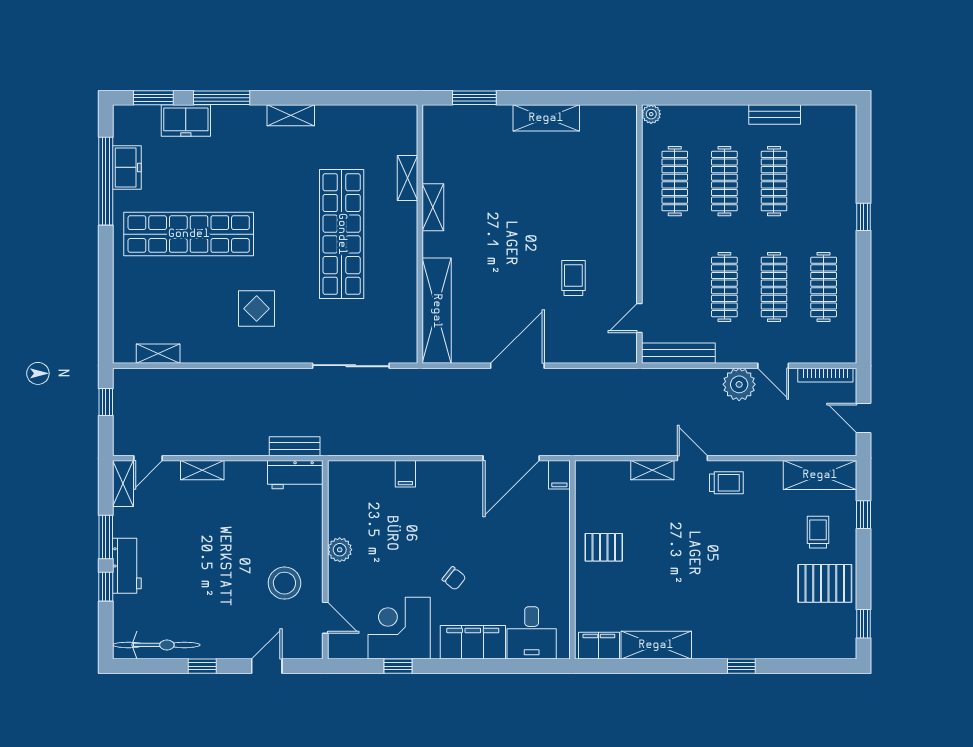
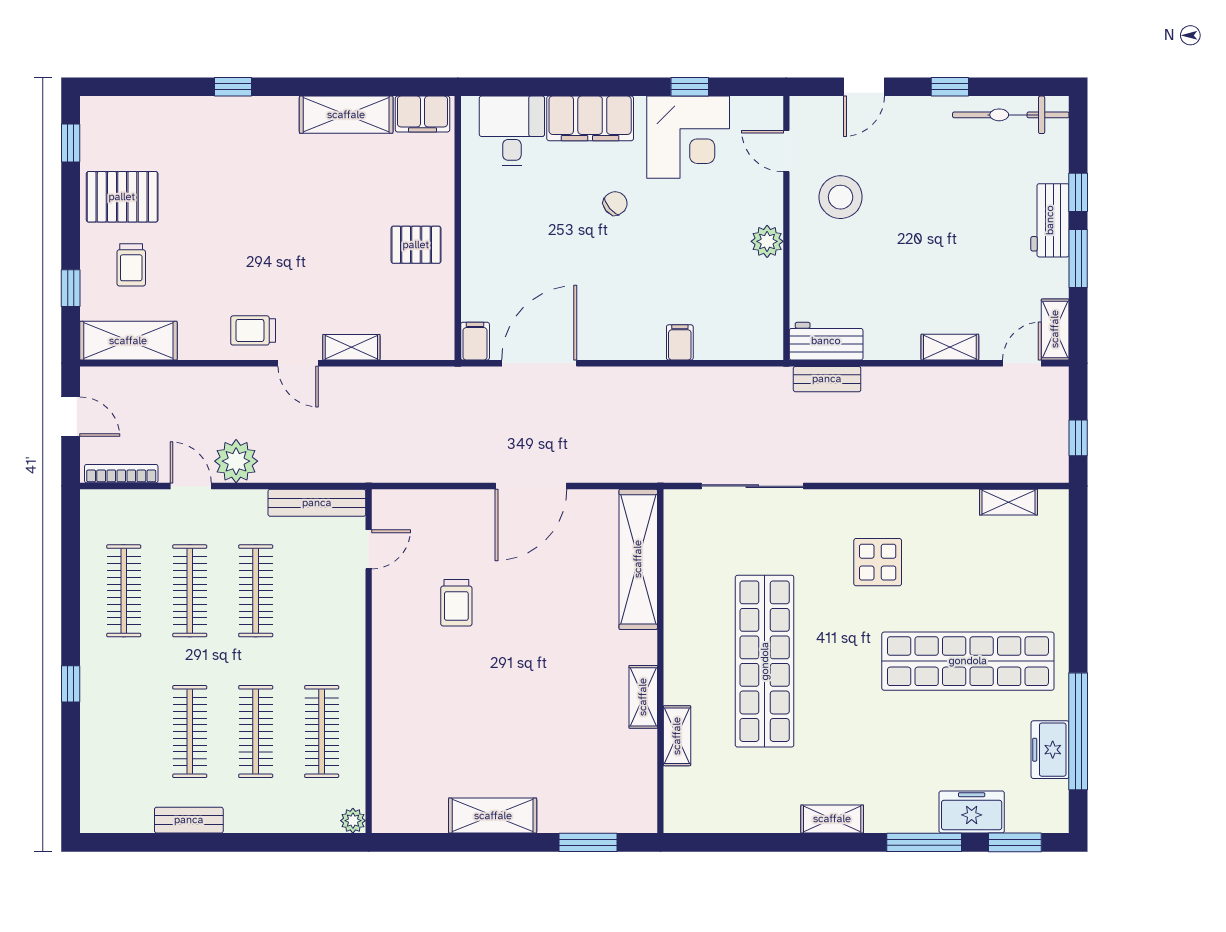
chair: (454, 578) -> (615, 203), turned 101

